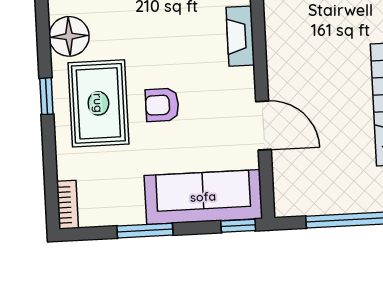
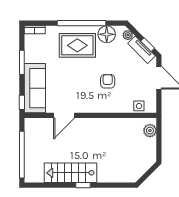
fireplace: (240, 36) -> (103, 107), removed
window: (46, 96) -> (82, 23), width x3.17
armchair: (162, 105) -> (108, 81), moved

